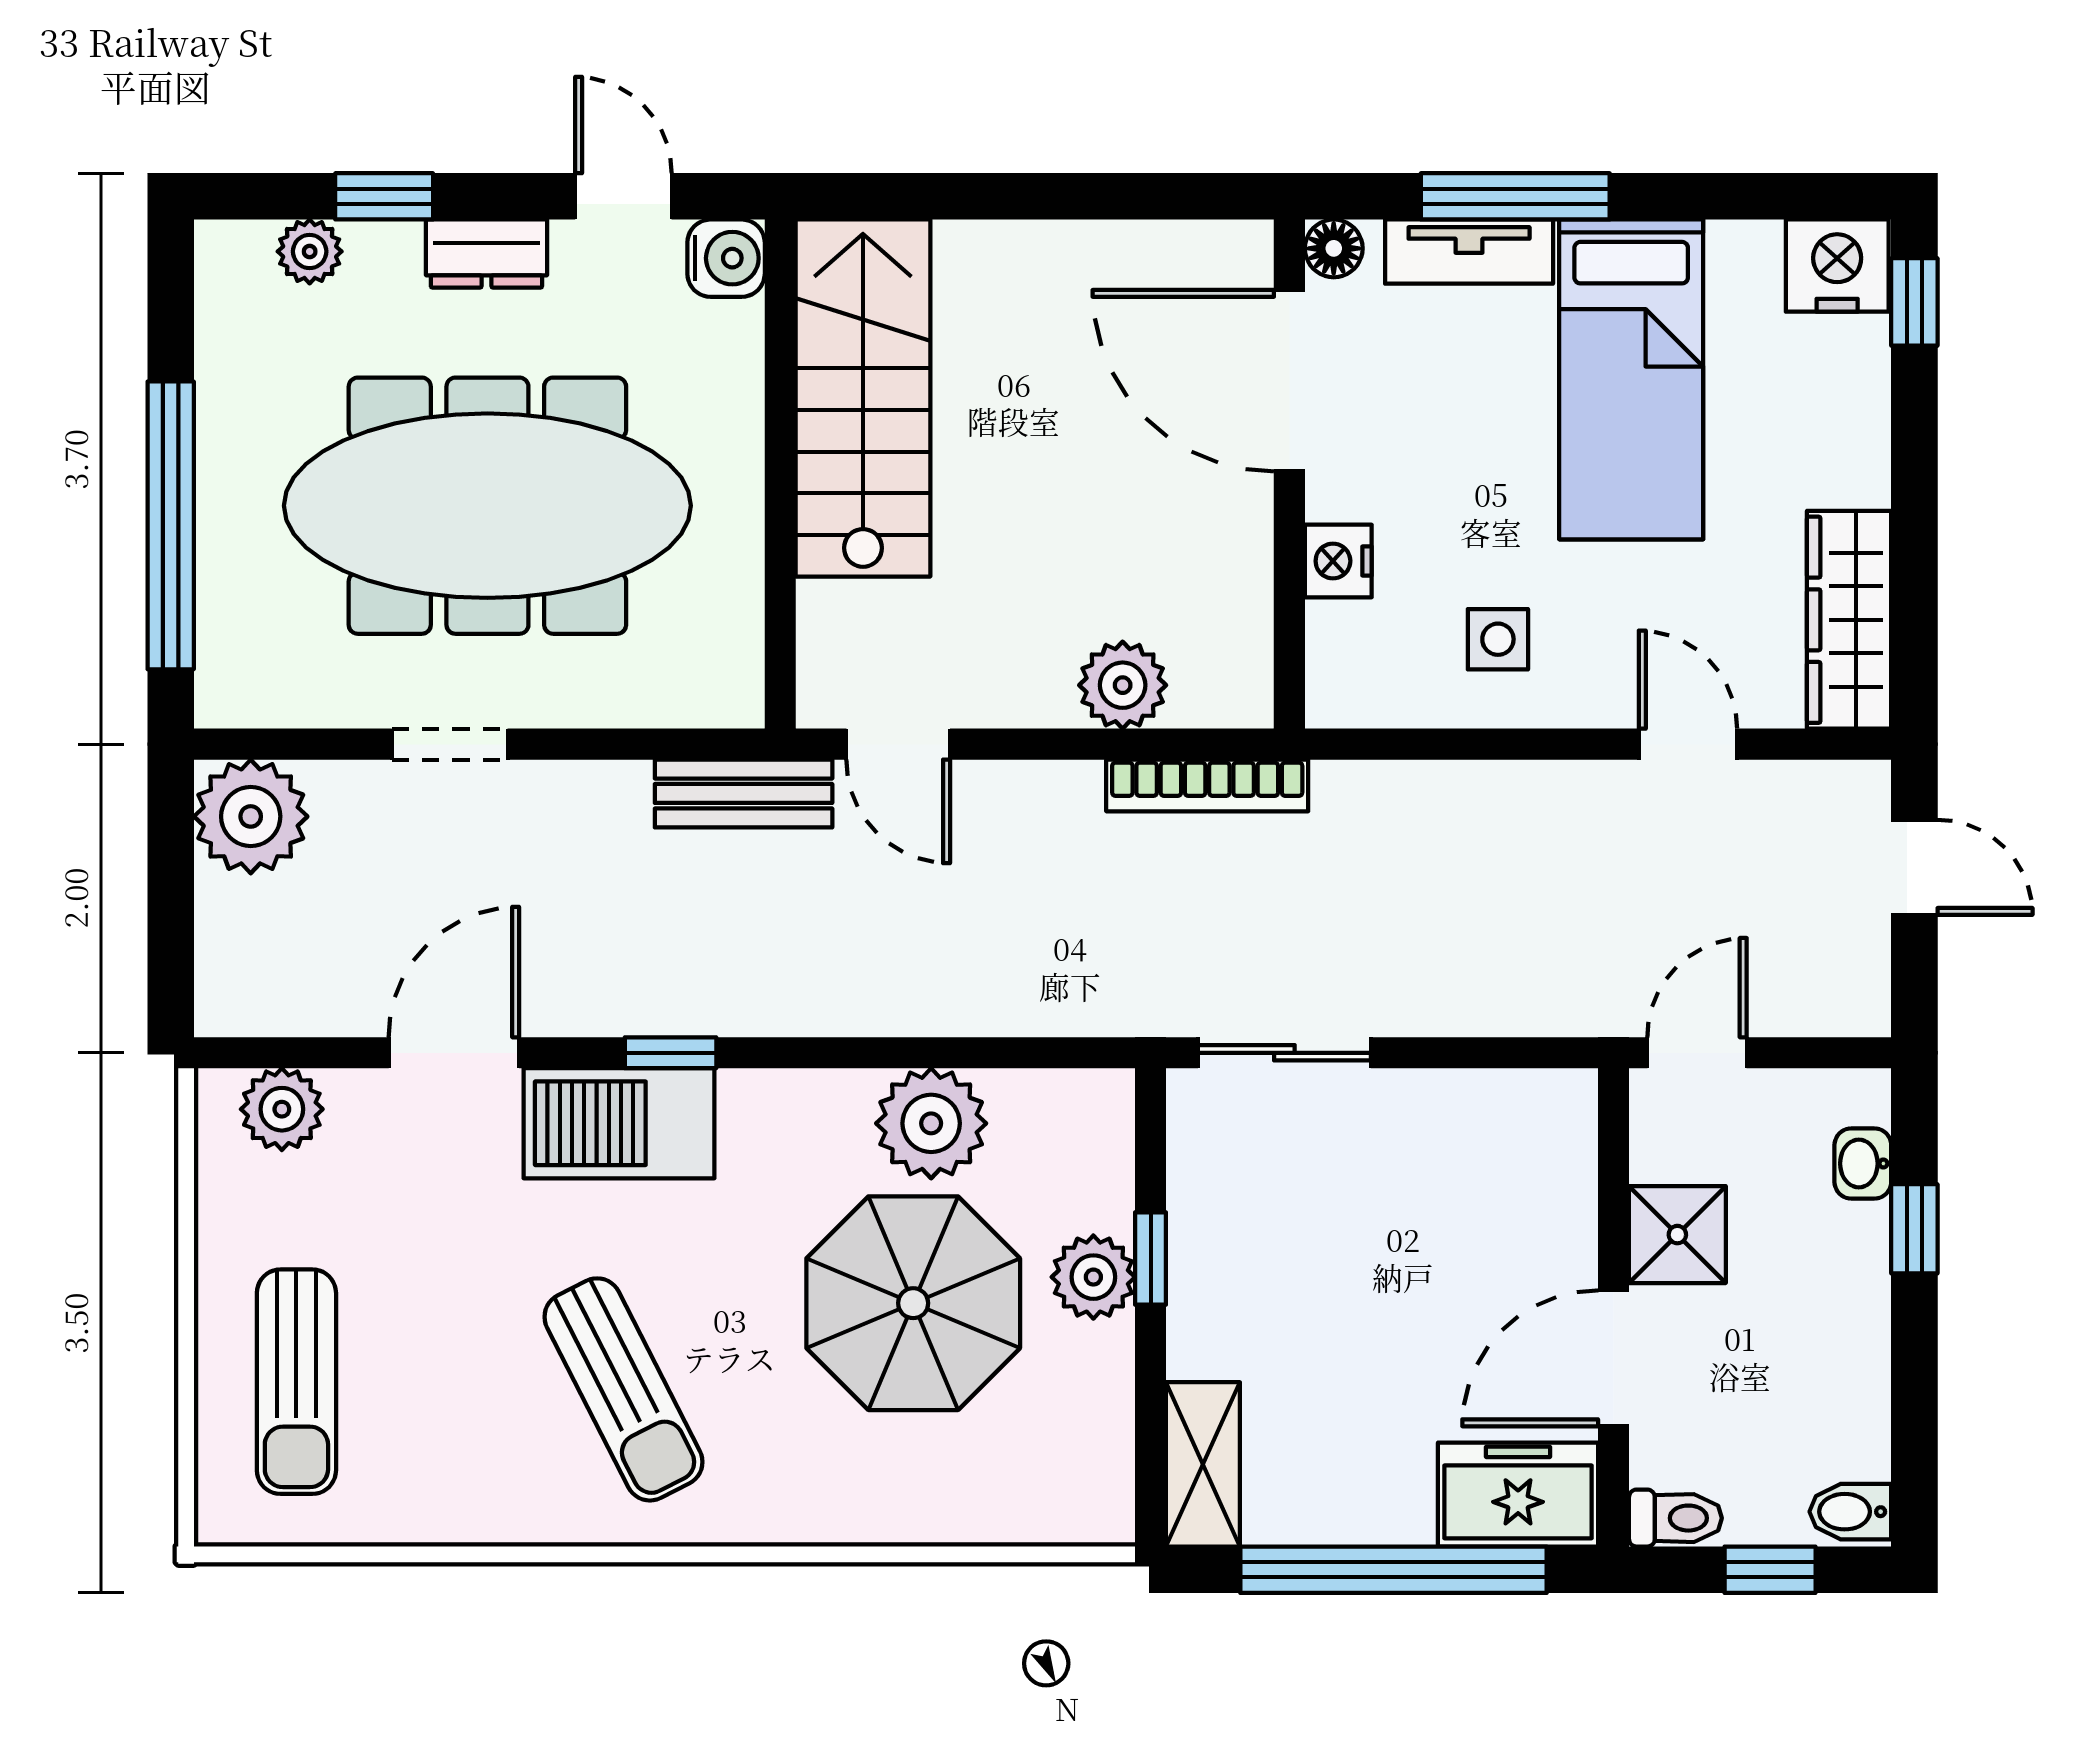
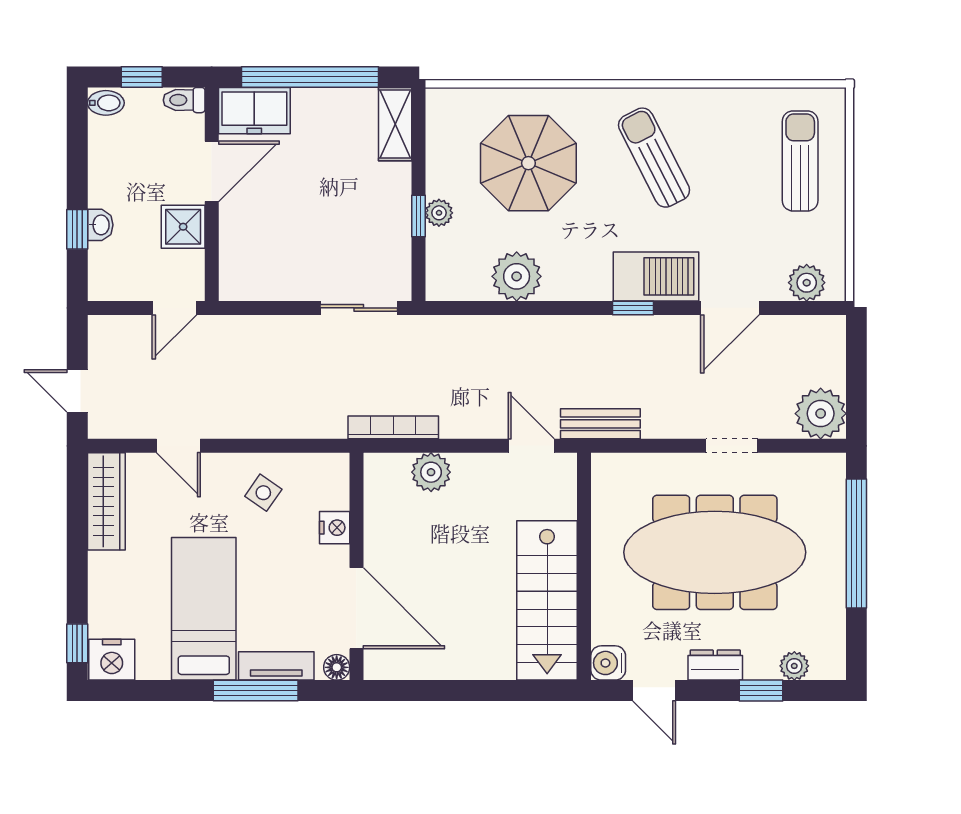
side table: (1498, 639) -> (263, 493), turned 35
washbasin: (1863, 1164) -> (100, 225), moved
plant: (1093, 1277) -> (439, 213), width x0.73, depth x0.73
parasol: (913, 1303) -> (528, 163), moved

